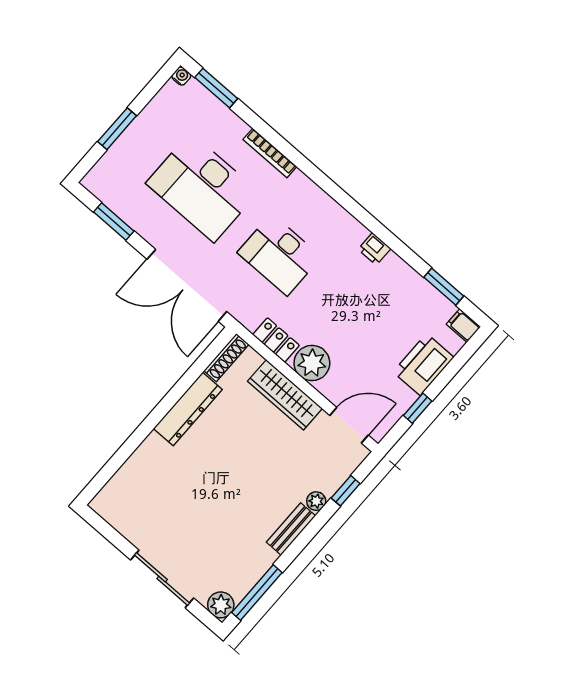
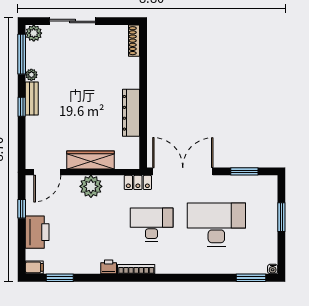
bookcase: (270, 153) -> (136, 269), moved
locker: (276, 340) -> (138, 182), moved
shoe rack: (226, 358) -> (134, 41), moved
window: (346, 491) -> (22, 107), moved
plant: (316, 501) -> (31, 75), moved

